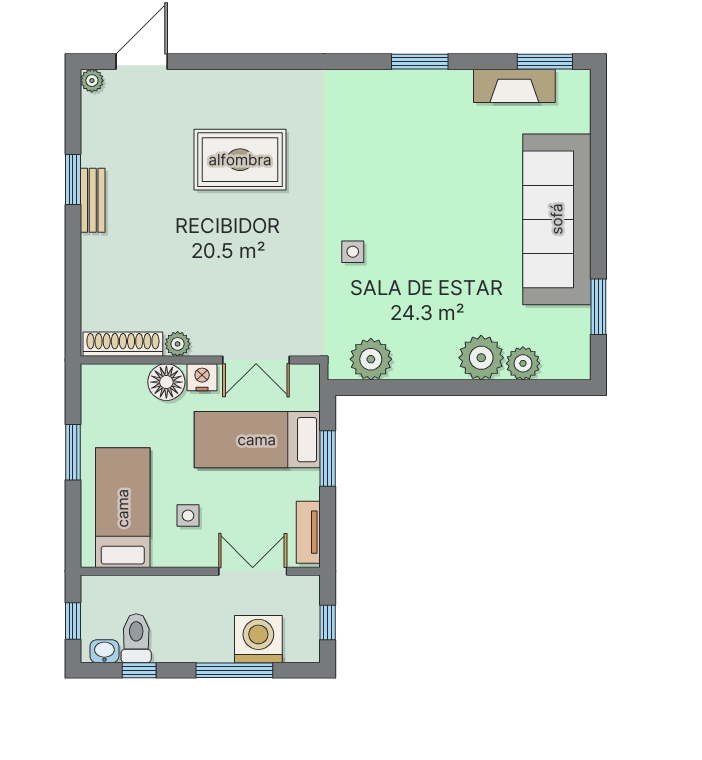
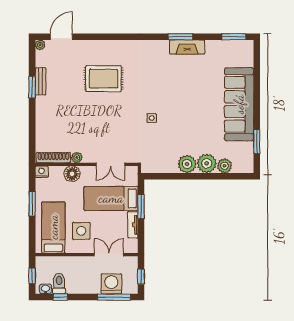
fireplace: (514, 86) -> (187, 47), moved
bench: (93, 200) -> (41, 81), moved
plant: (371, 359) -> (187, 164), moved
nightstand: (202, 377) -> (42, 172), moved
side table: (188, 516) -> (81, 231), width x1.87, depth x1.87
tv unit: (308, 532) -> (133, 225), moved
window: (234, 670) -> (114, 297), moved

